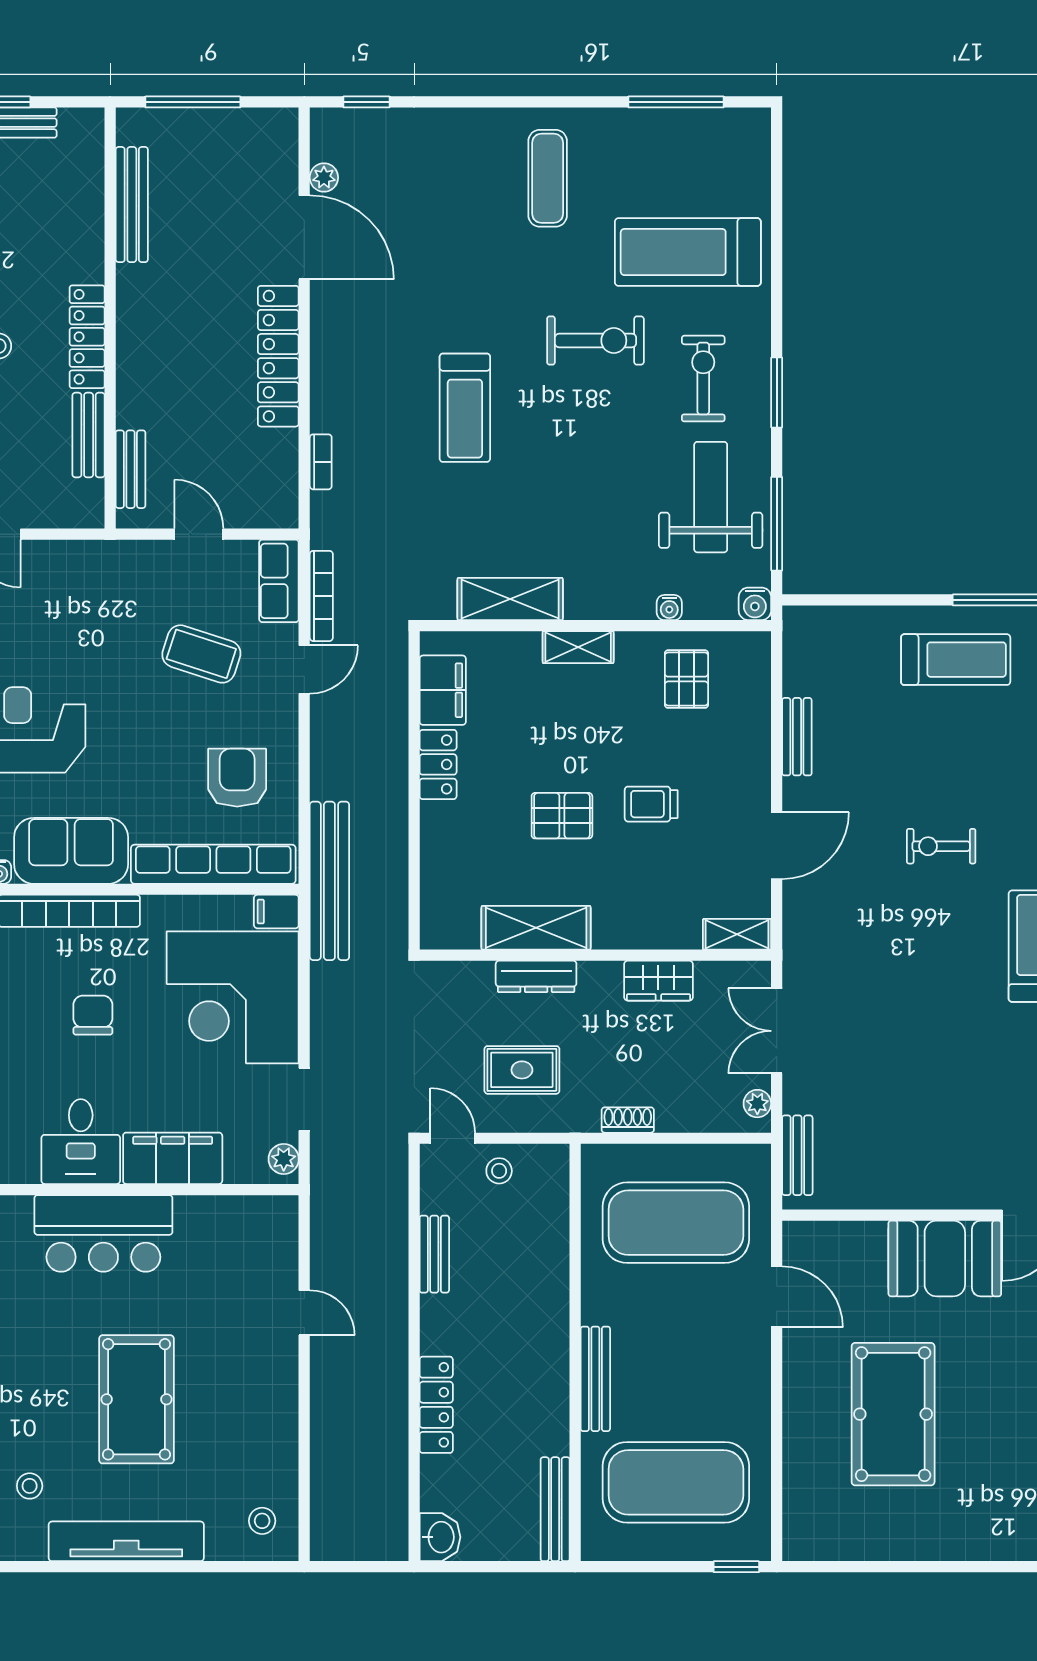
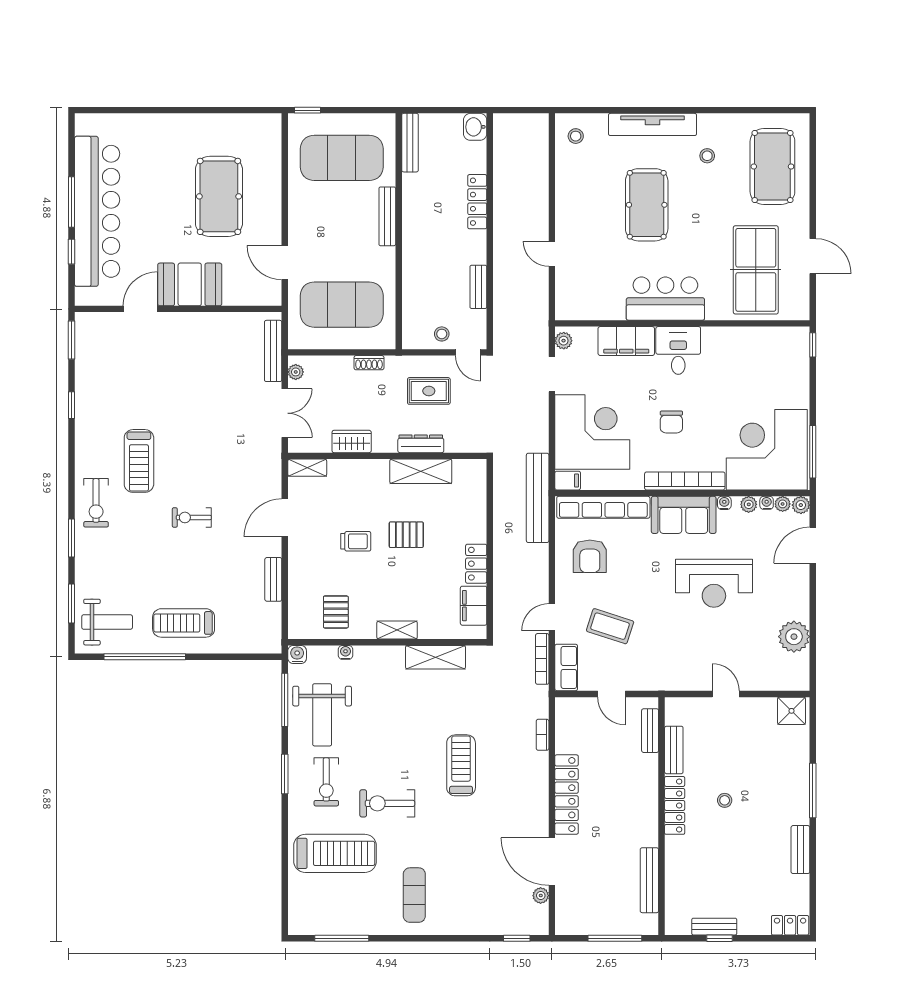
exercise bike: (941, 846) -> (192, 517), turned 180
bench: (797, 1155) -> (273, 351), width x1.36

